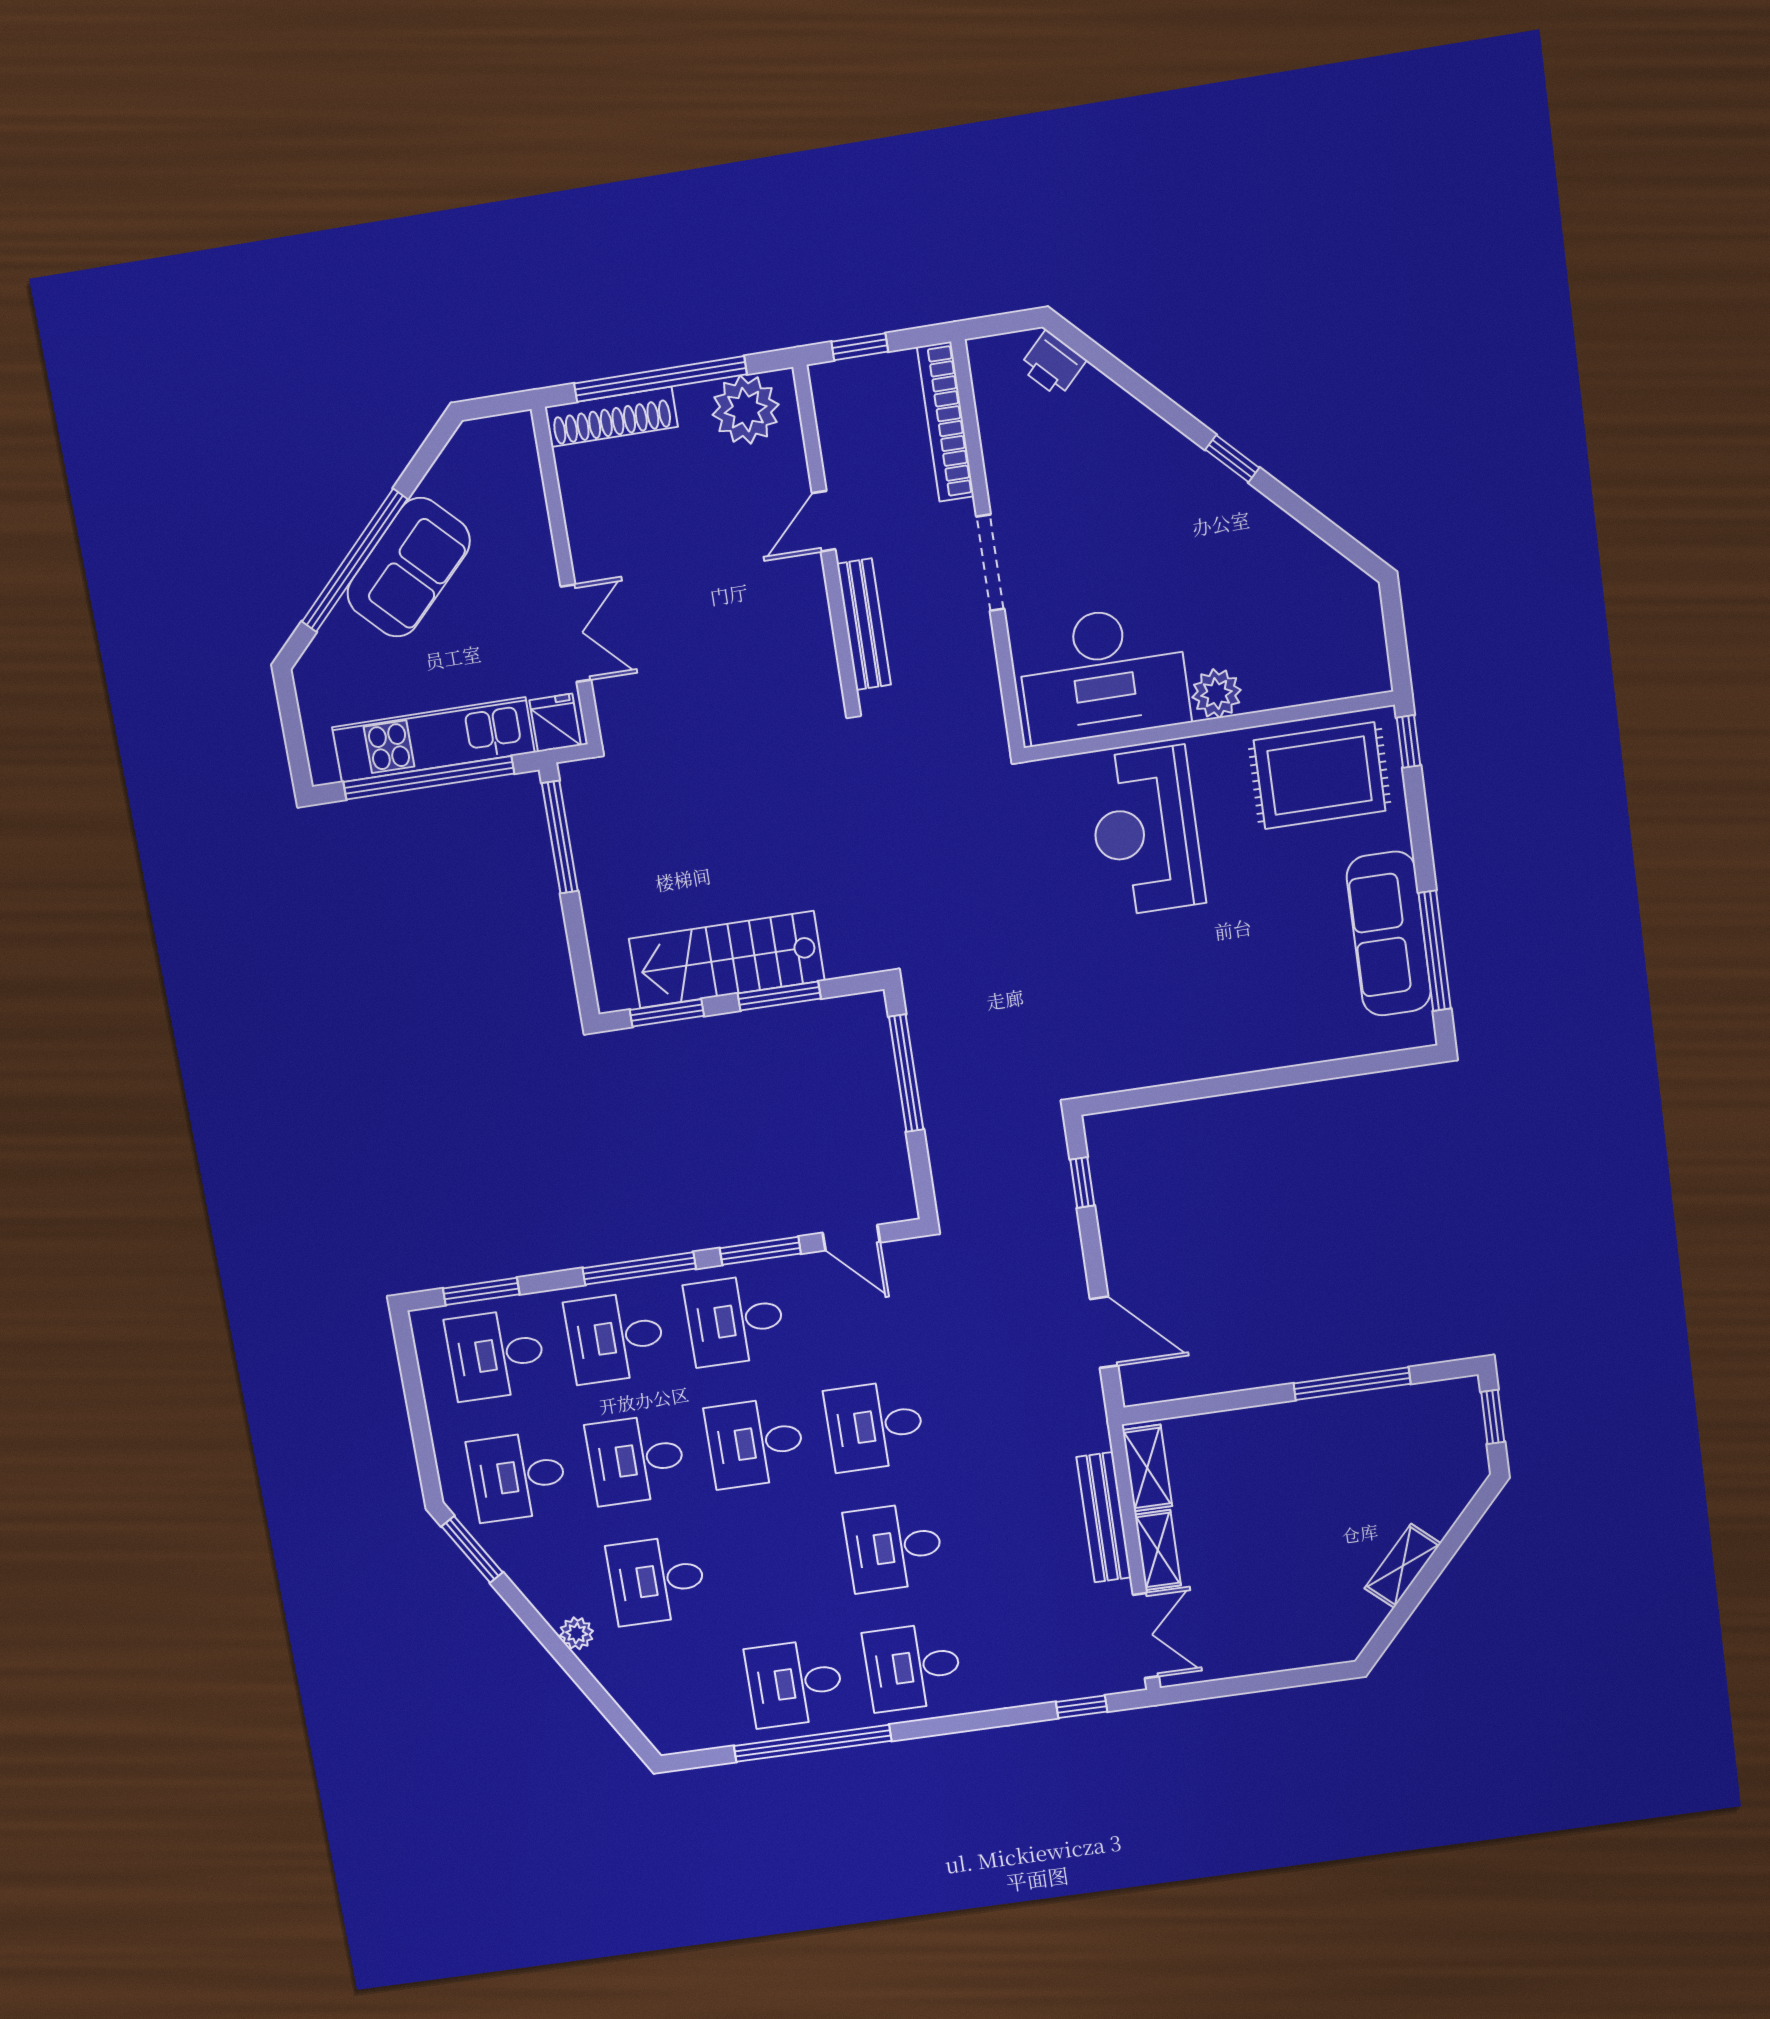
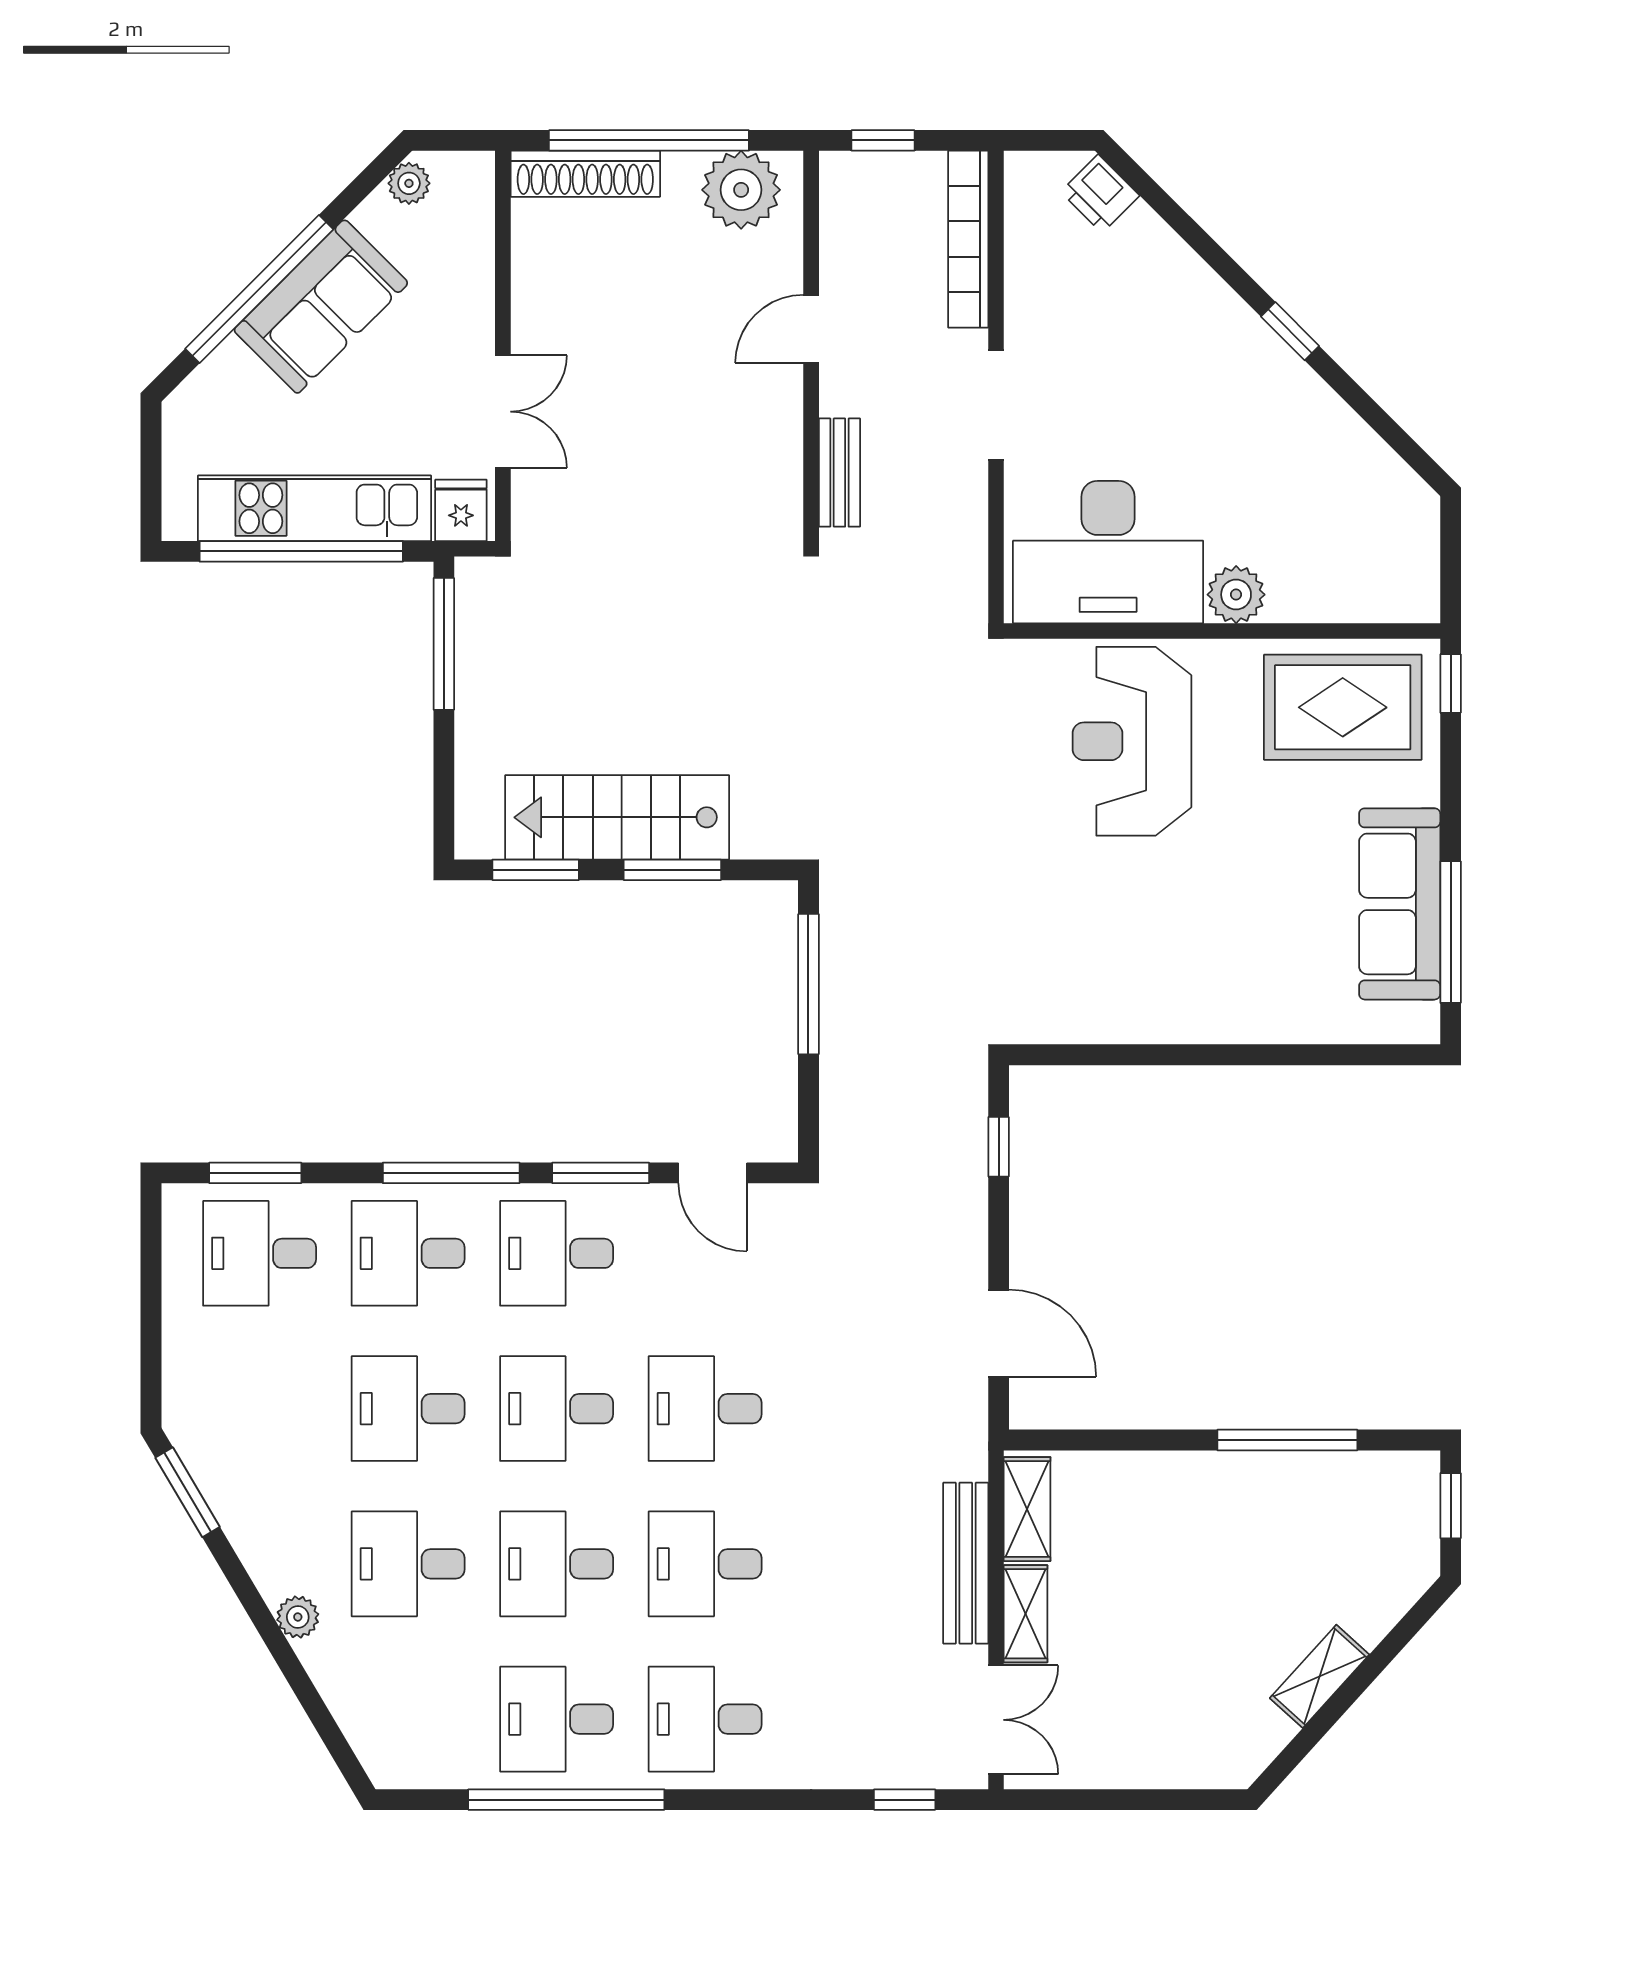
plant: (464, 449) -> (409, 183), added
bench: (864, 624) -> (839, 473), width x0.73
desk: (518, 1476) -> (557, 1564), moved

